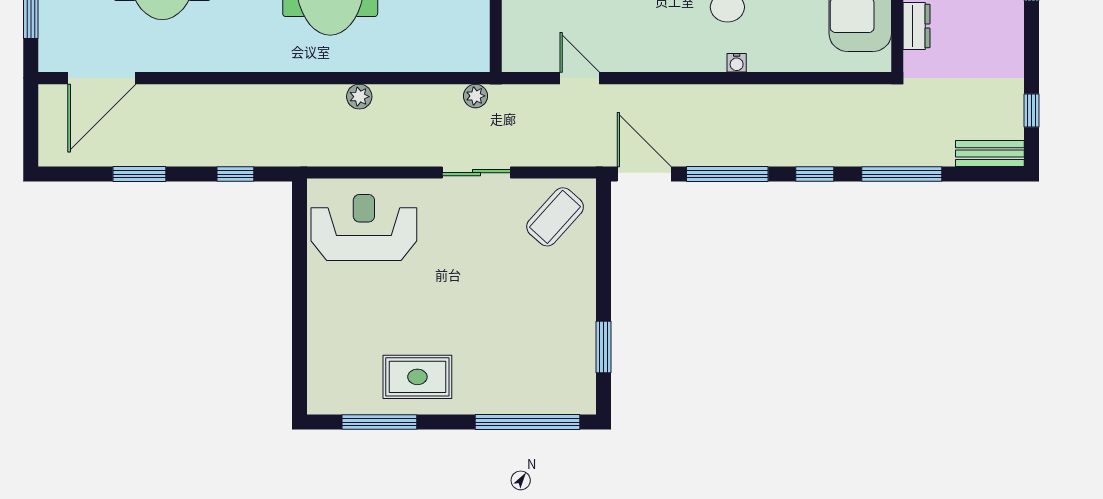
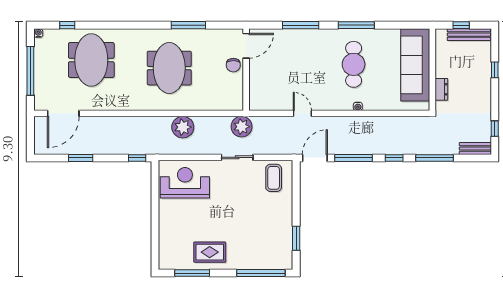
door: (580, 78) -> (302, 113), moved
plant: (475, 96) -> (242, 127), width x1.87, depth x1.87
plant: (359, 97) -> (183, 127), width x1.88, depth x1.88
window: (235, 174) -> (137, 158), moved
door: (644, 174) -> (315, 158), hinge flipped
coffee table: (555, 217) -> (274, 178), turned -42

